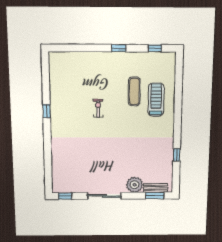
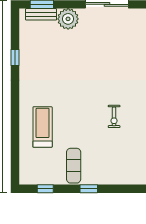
exercise mat: (134, 91) -> (74, 166), moved
treadmill: (156, 100) -> (43, 127), turned 180

